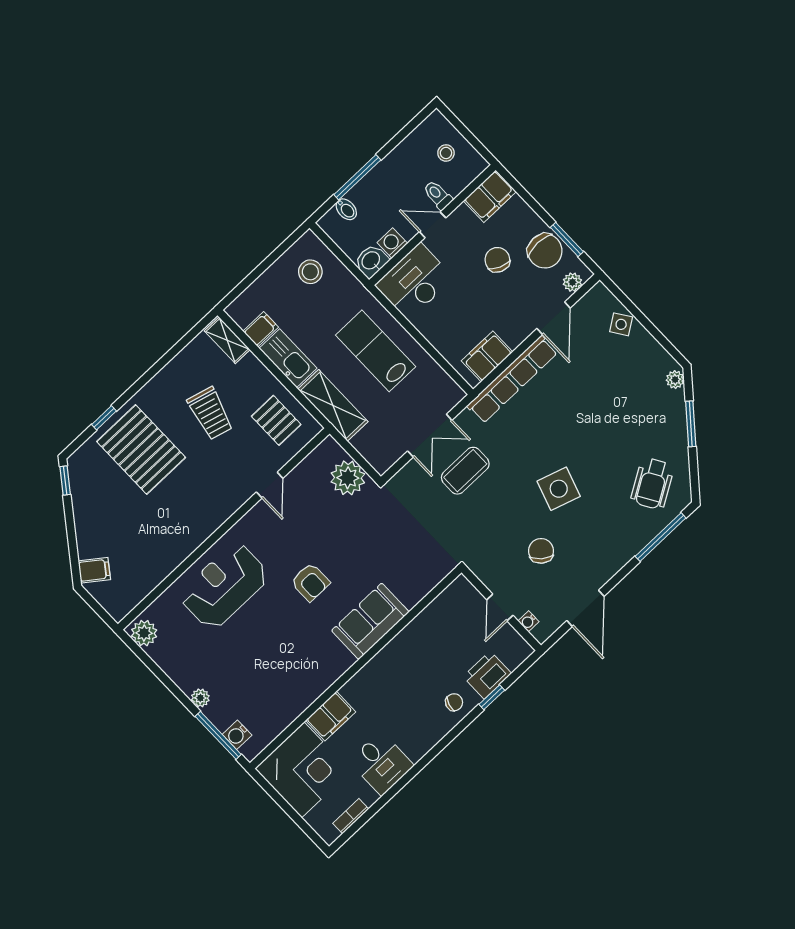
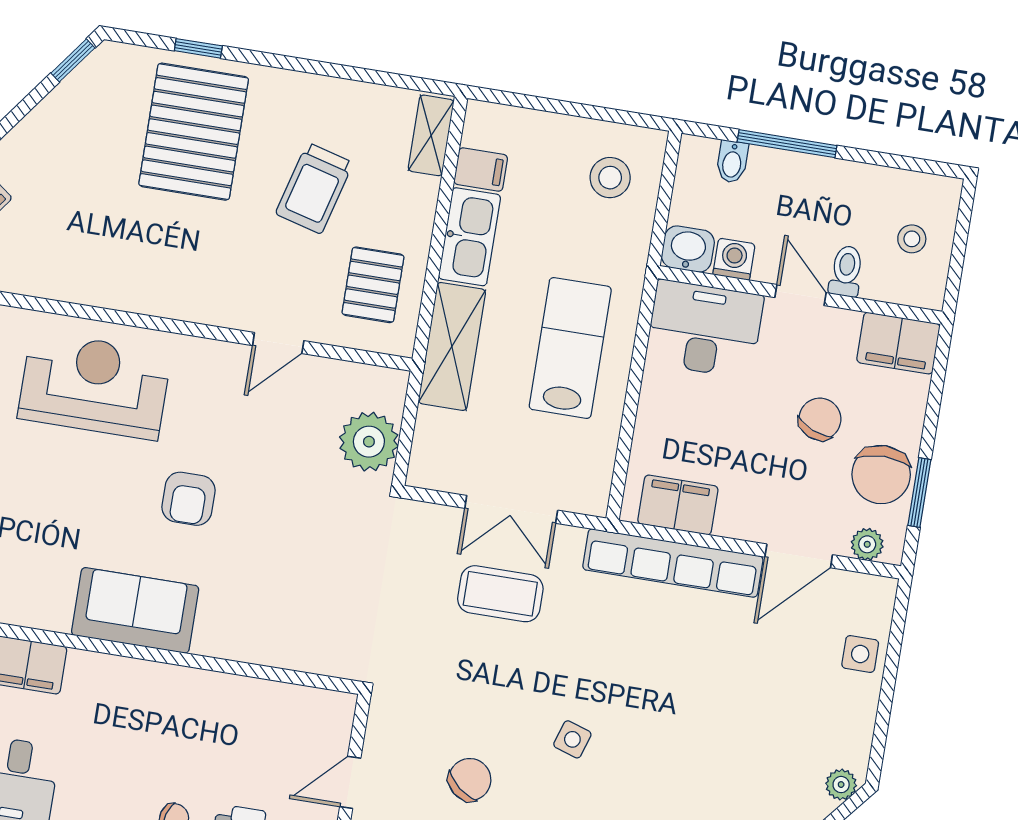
side table: (621, 324) -> (860, 654), turned 34
side table: (559, 489) -> (572, 739), width x0.54, depth x0.54
sofa: (370, 621) -> (135, 610), moved

